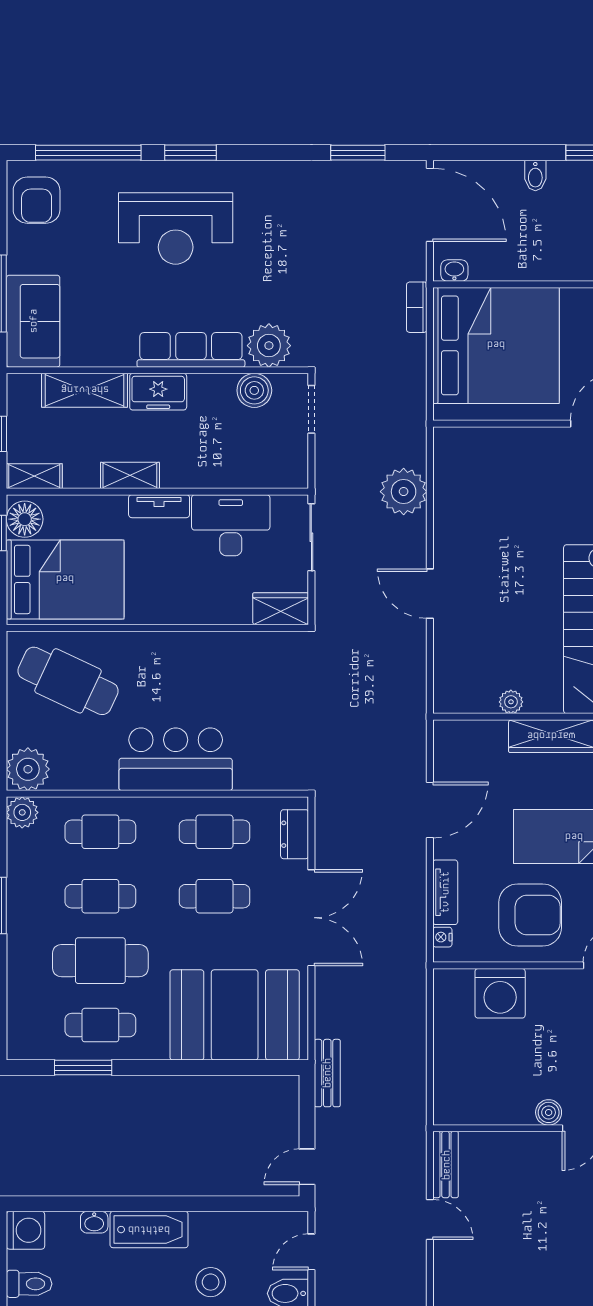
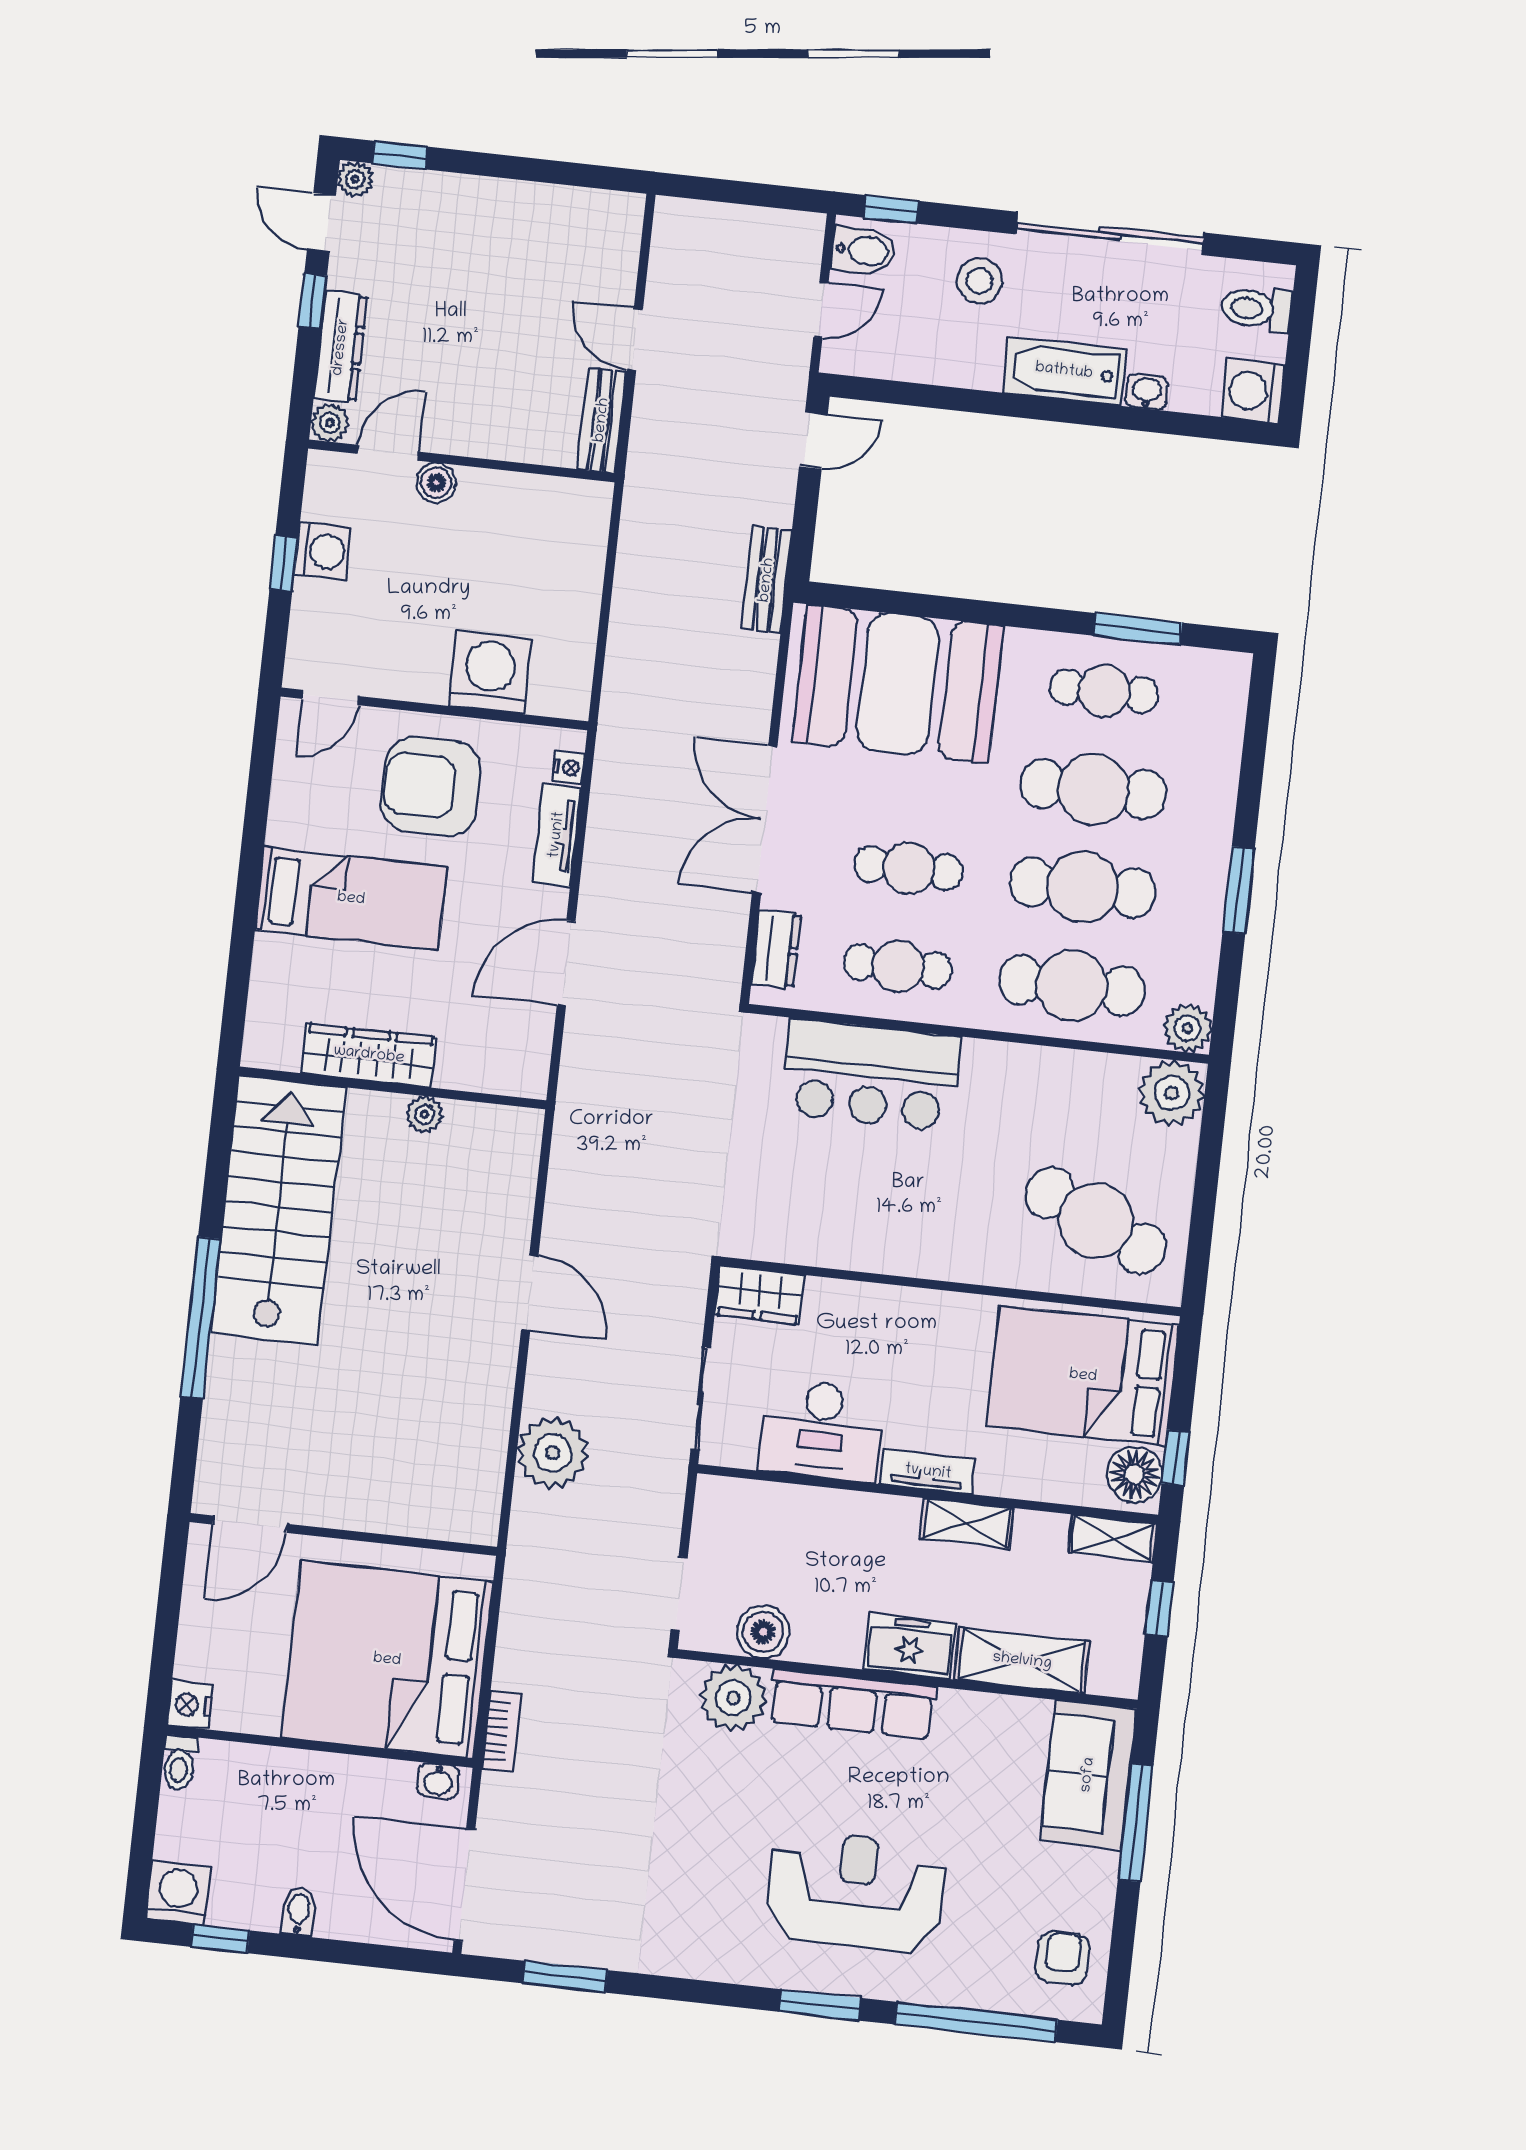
armchair: (37, 200) -> (1063, 1958), width x0.72, depth x0.72
bar counter: (176, 759) -> (871, 1075), moved
cafe table: (100, 832) -> (1072, 985), width x1.37, depth x1.35
cafe table: (100, 896) -> (1083, 887), width x1.37, depth x1.35

